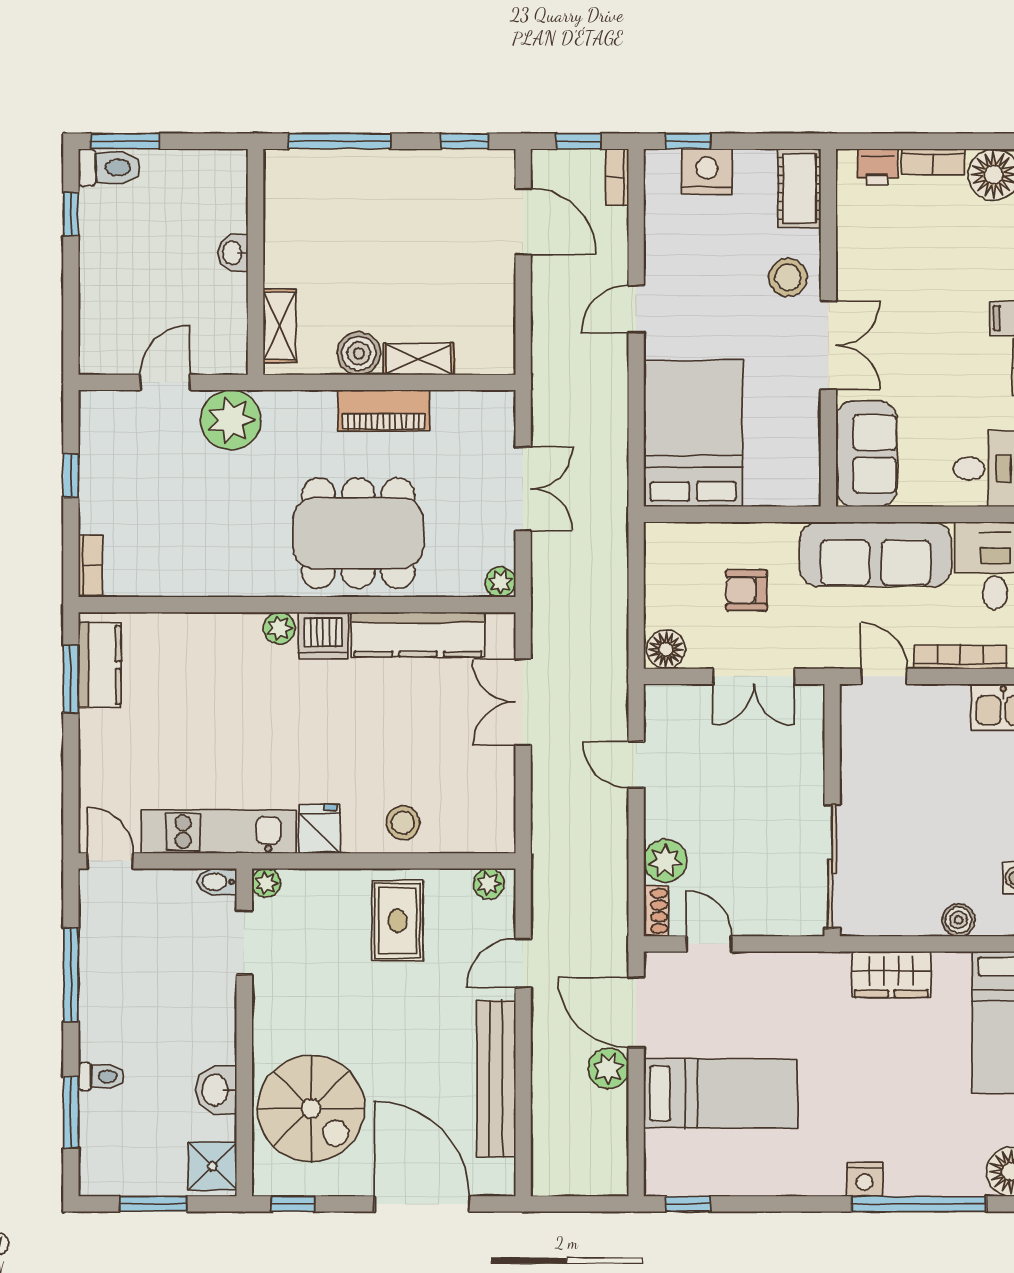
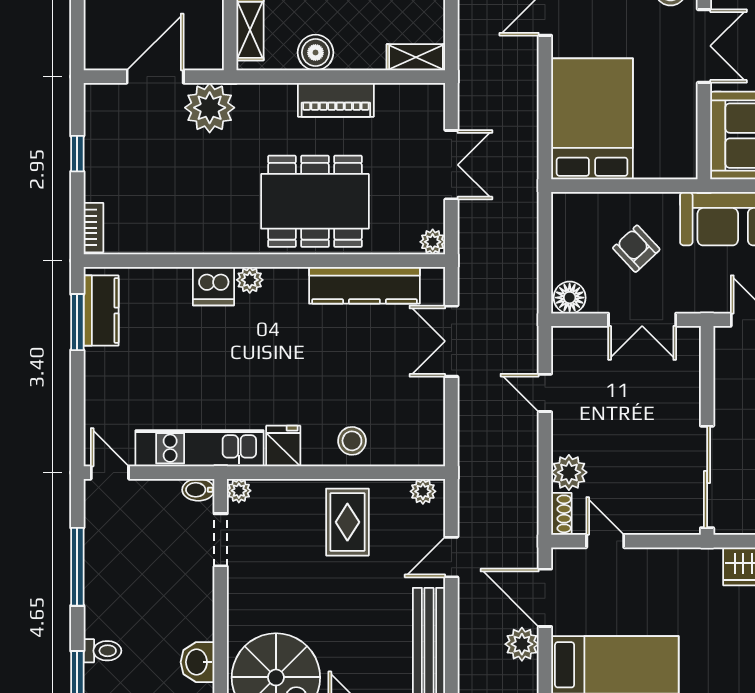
shelving: (419, 359) -> (416, 57), moved
door: (165, 382) -> (155, 77), width x1.38
armchair: (747, 590) -> (636, 249), turned 47
dishwasher: (323, 636) -> (213, 286), moved

